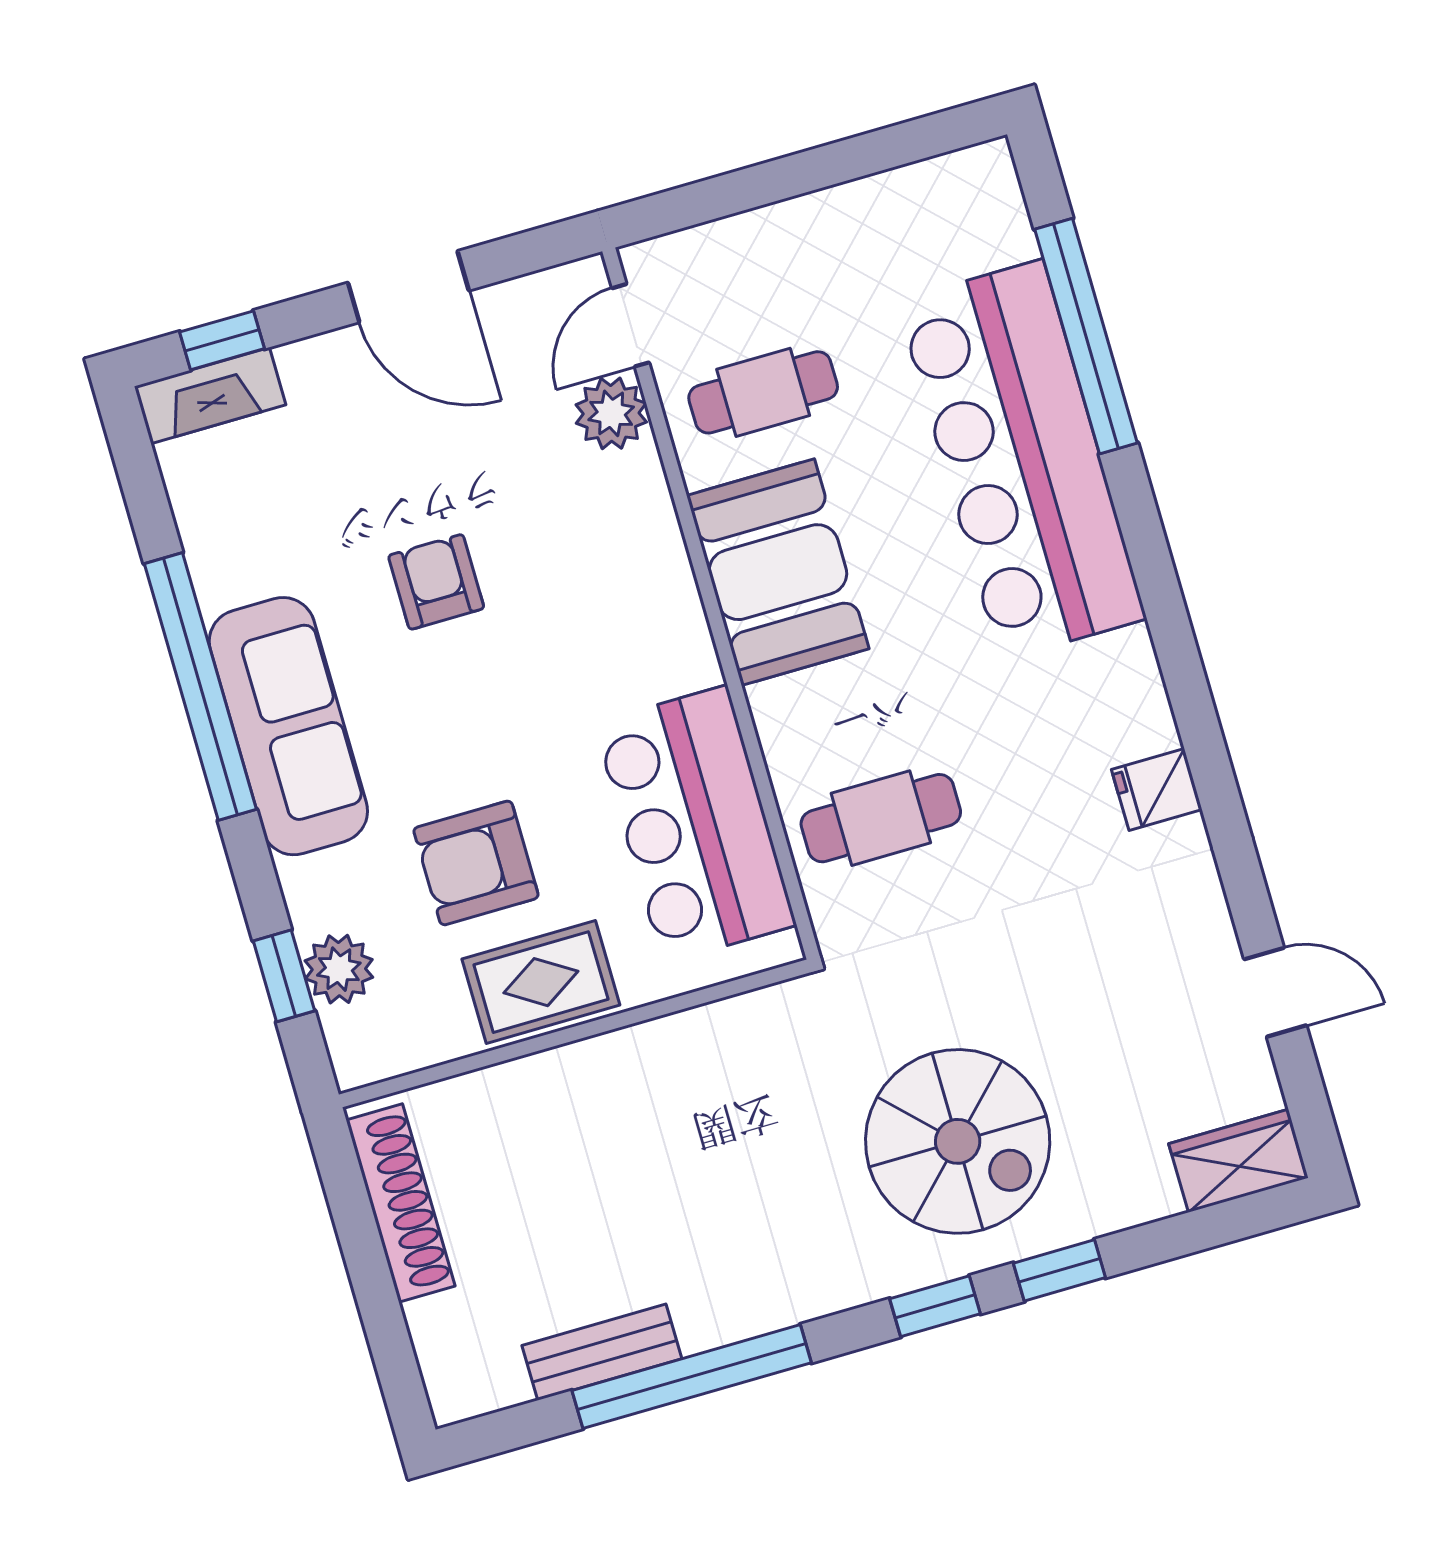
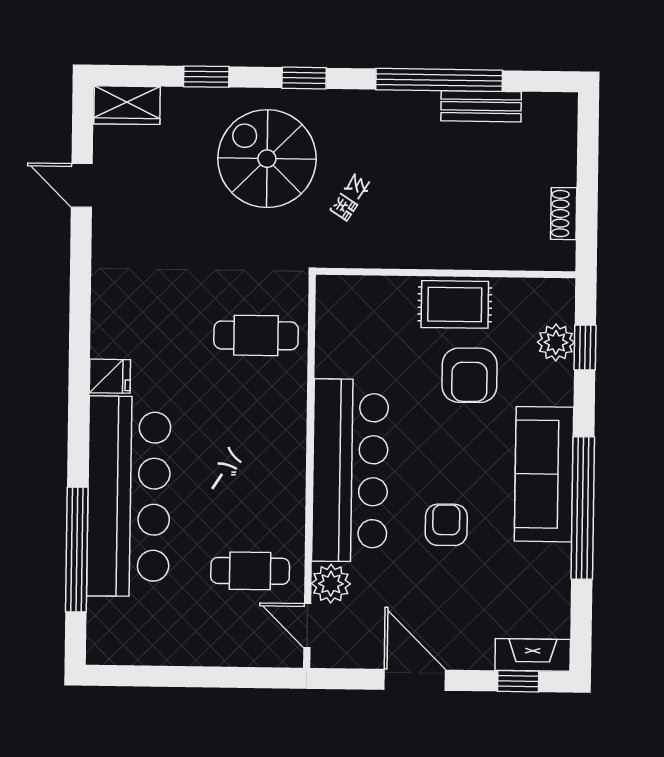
door: (631, 325) -> (307, 626), swing flipped
booth: (778, 572) -> (270, 477), removed
armchair: (436, 582) -> (446, 525), turned 180
fridge: (1157, 790) -> (110, 376), moved
bar counter: (695, 824) -> (350, 470), moved, width x1.36
armchair: (476, 863) -> (469, 375), turned 90
shoe rack: (401, 1203) -> (564, 214), width x0.51, depth x0.81
window: (1059, 1270) -> (206, 77), moved

